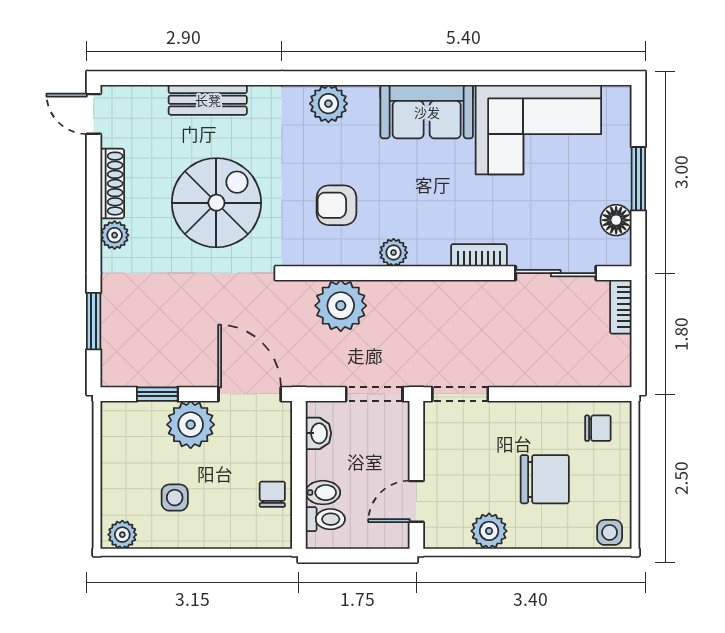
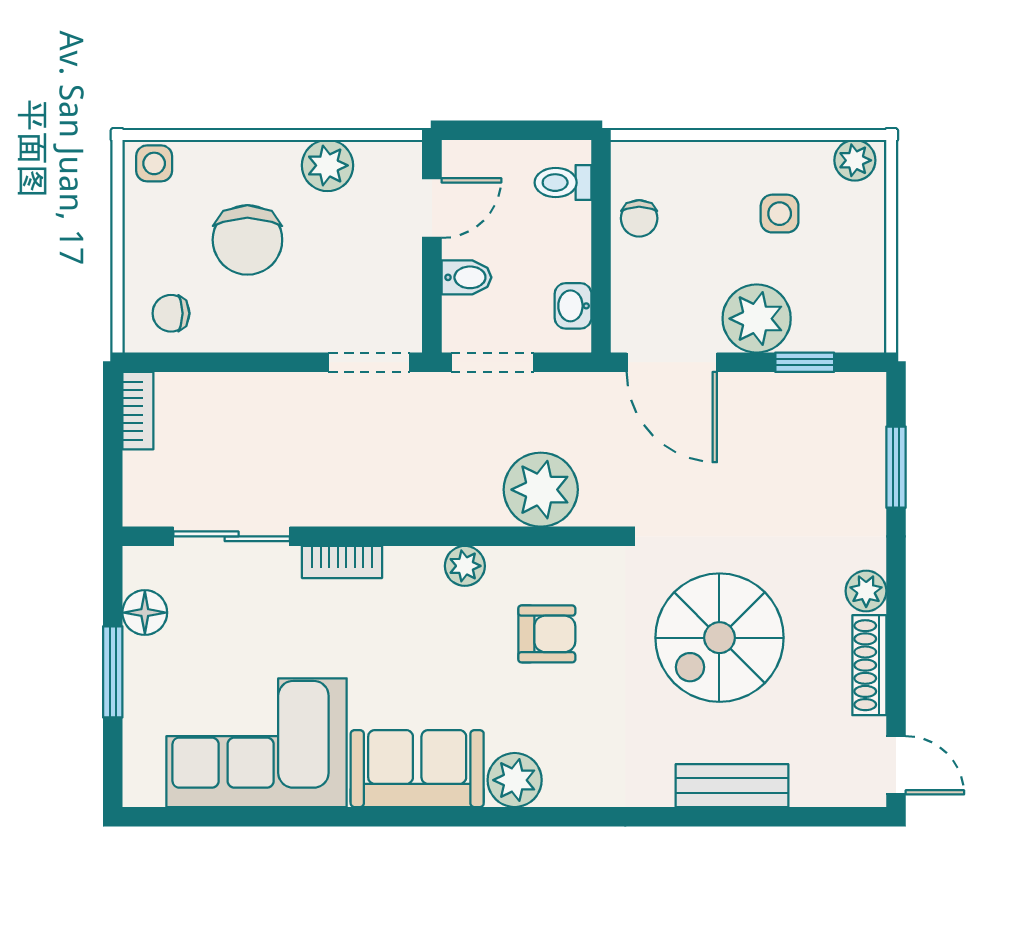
plant: (328, 104) -> (515, 780), moved
bookcase: (621, 307) -> (138, 411), moved
chair: (545, 479) -> (247, 240), turned -90
bidet: (323, 493) -> (466, 277), moved, turned 180

